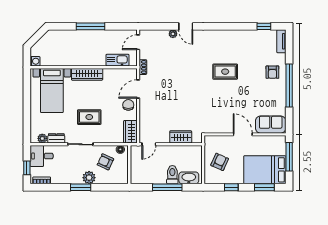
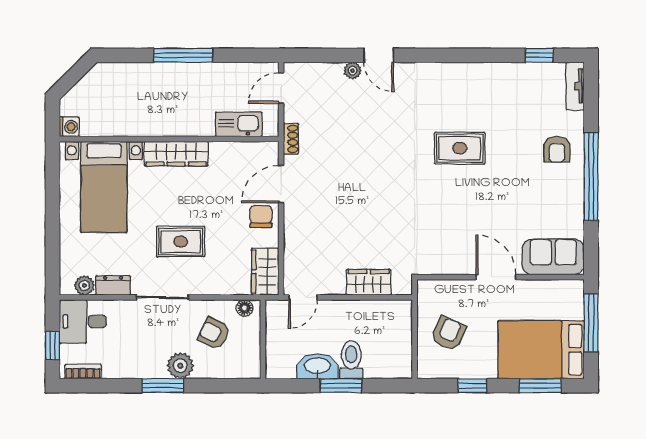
washbasin: (189, 178) -> (317, 366), moved
window: (167, 187) -> (341, 386), width x0.69

